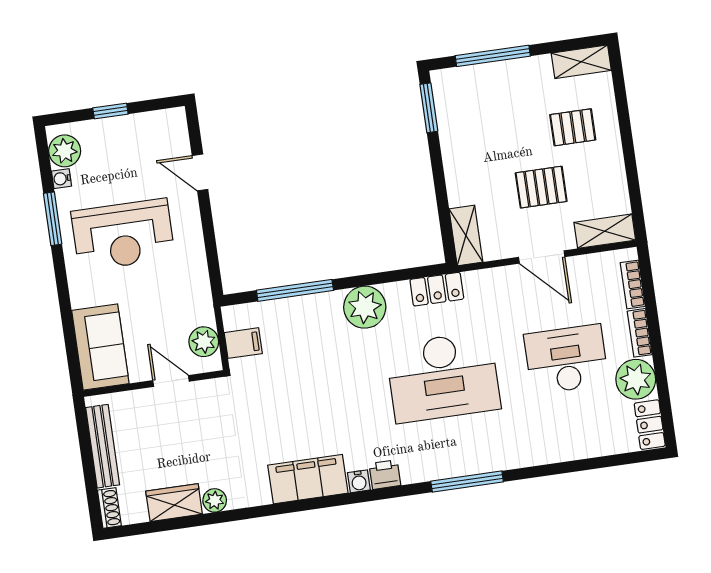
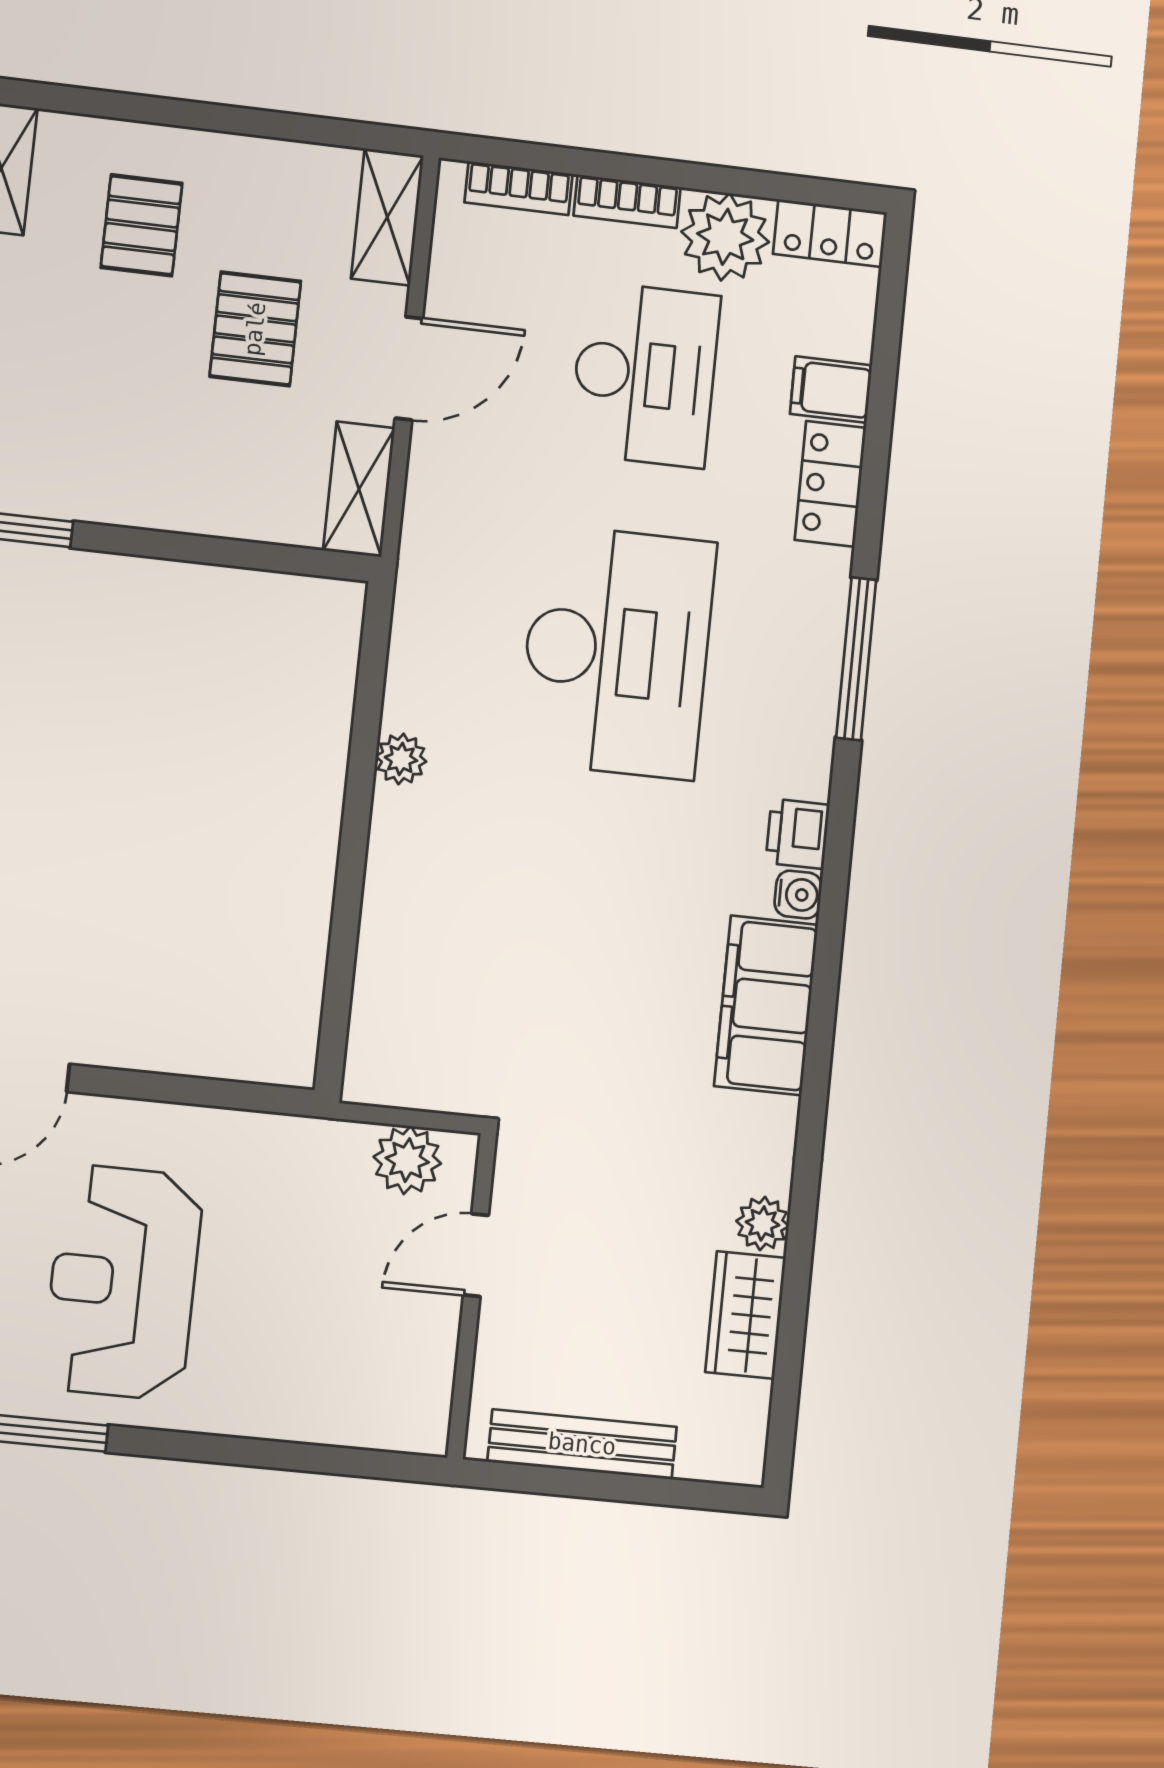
reception desk: (123, 235) -> (123, 1282), turned 180
shelving: (466, 235) -> (359, 489), moved, turned 90
locker: (437, 289) -> (830, 484), moved, turned 180
window: (295, 290) -> (345, 928), removed
plant: (365, 307) -> (401, 759), width x0.53, depth x0.53
filing cabinet: (243, 343) -> (831, 390), moved, turned -90
sofa: (100, 347) -> (361, 1395), removed
desk: (566, 359) -> (645, 374), turned 180
shoe rack: (109, 508) -> (722, 1462), removed

